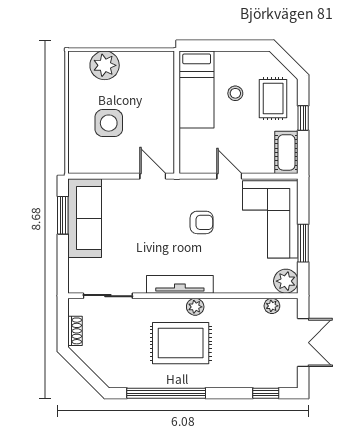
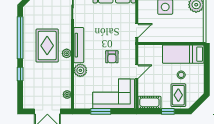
rug: (273, 99) -> (178, 95), turned 90
plant: (286, 281) -> (80, 70), moved
window: (266, 393) -> (20, 74), moved

